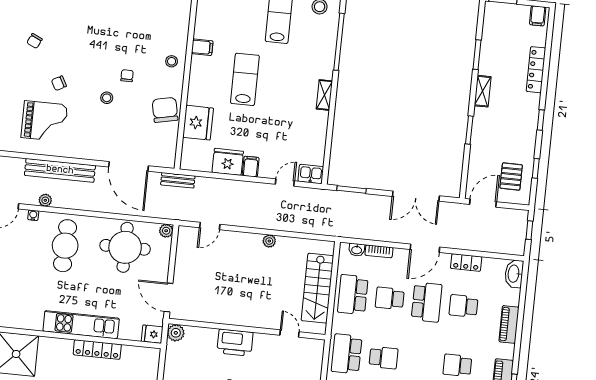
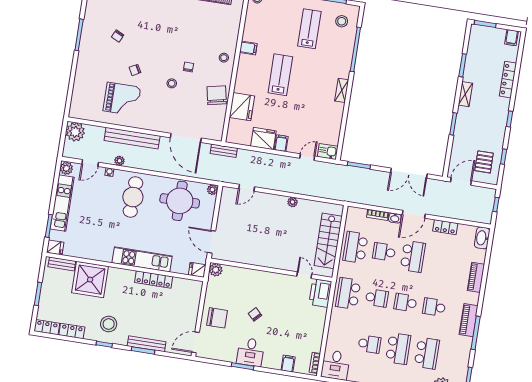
washbasin: (357, 250) -> (395, 218), moved
school desk: (464, 306) -> (405, 303), moved
printer: (235, 343) -> (320, 293), moved, turned 90

